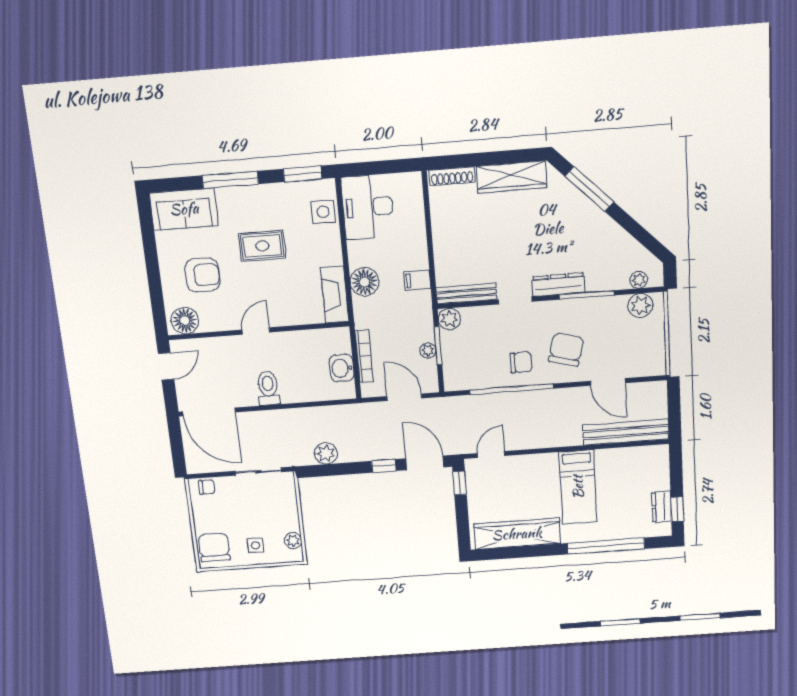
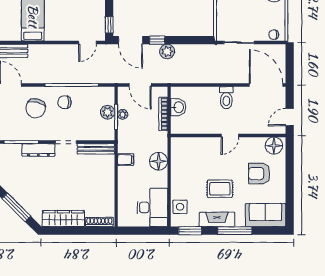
fireplace: (335, 295) -> (217, 219), moved, turned -90
plant: (449, 319) -> (108, 112), moved
plant: (326, 453) -> (167, 51), moved

